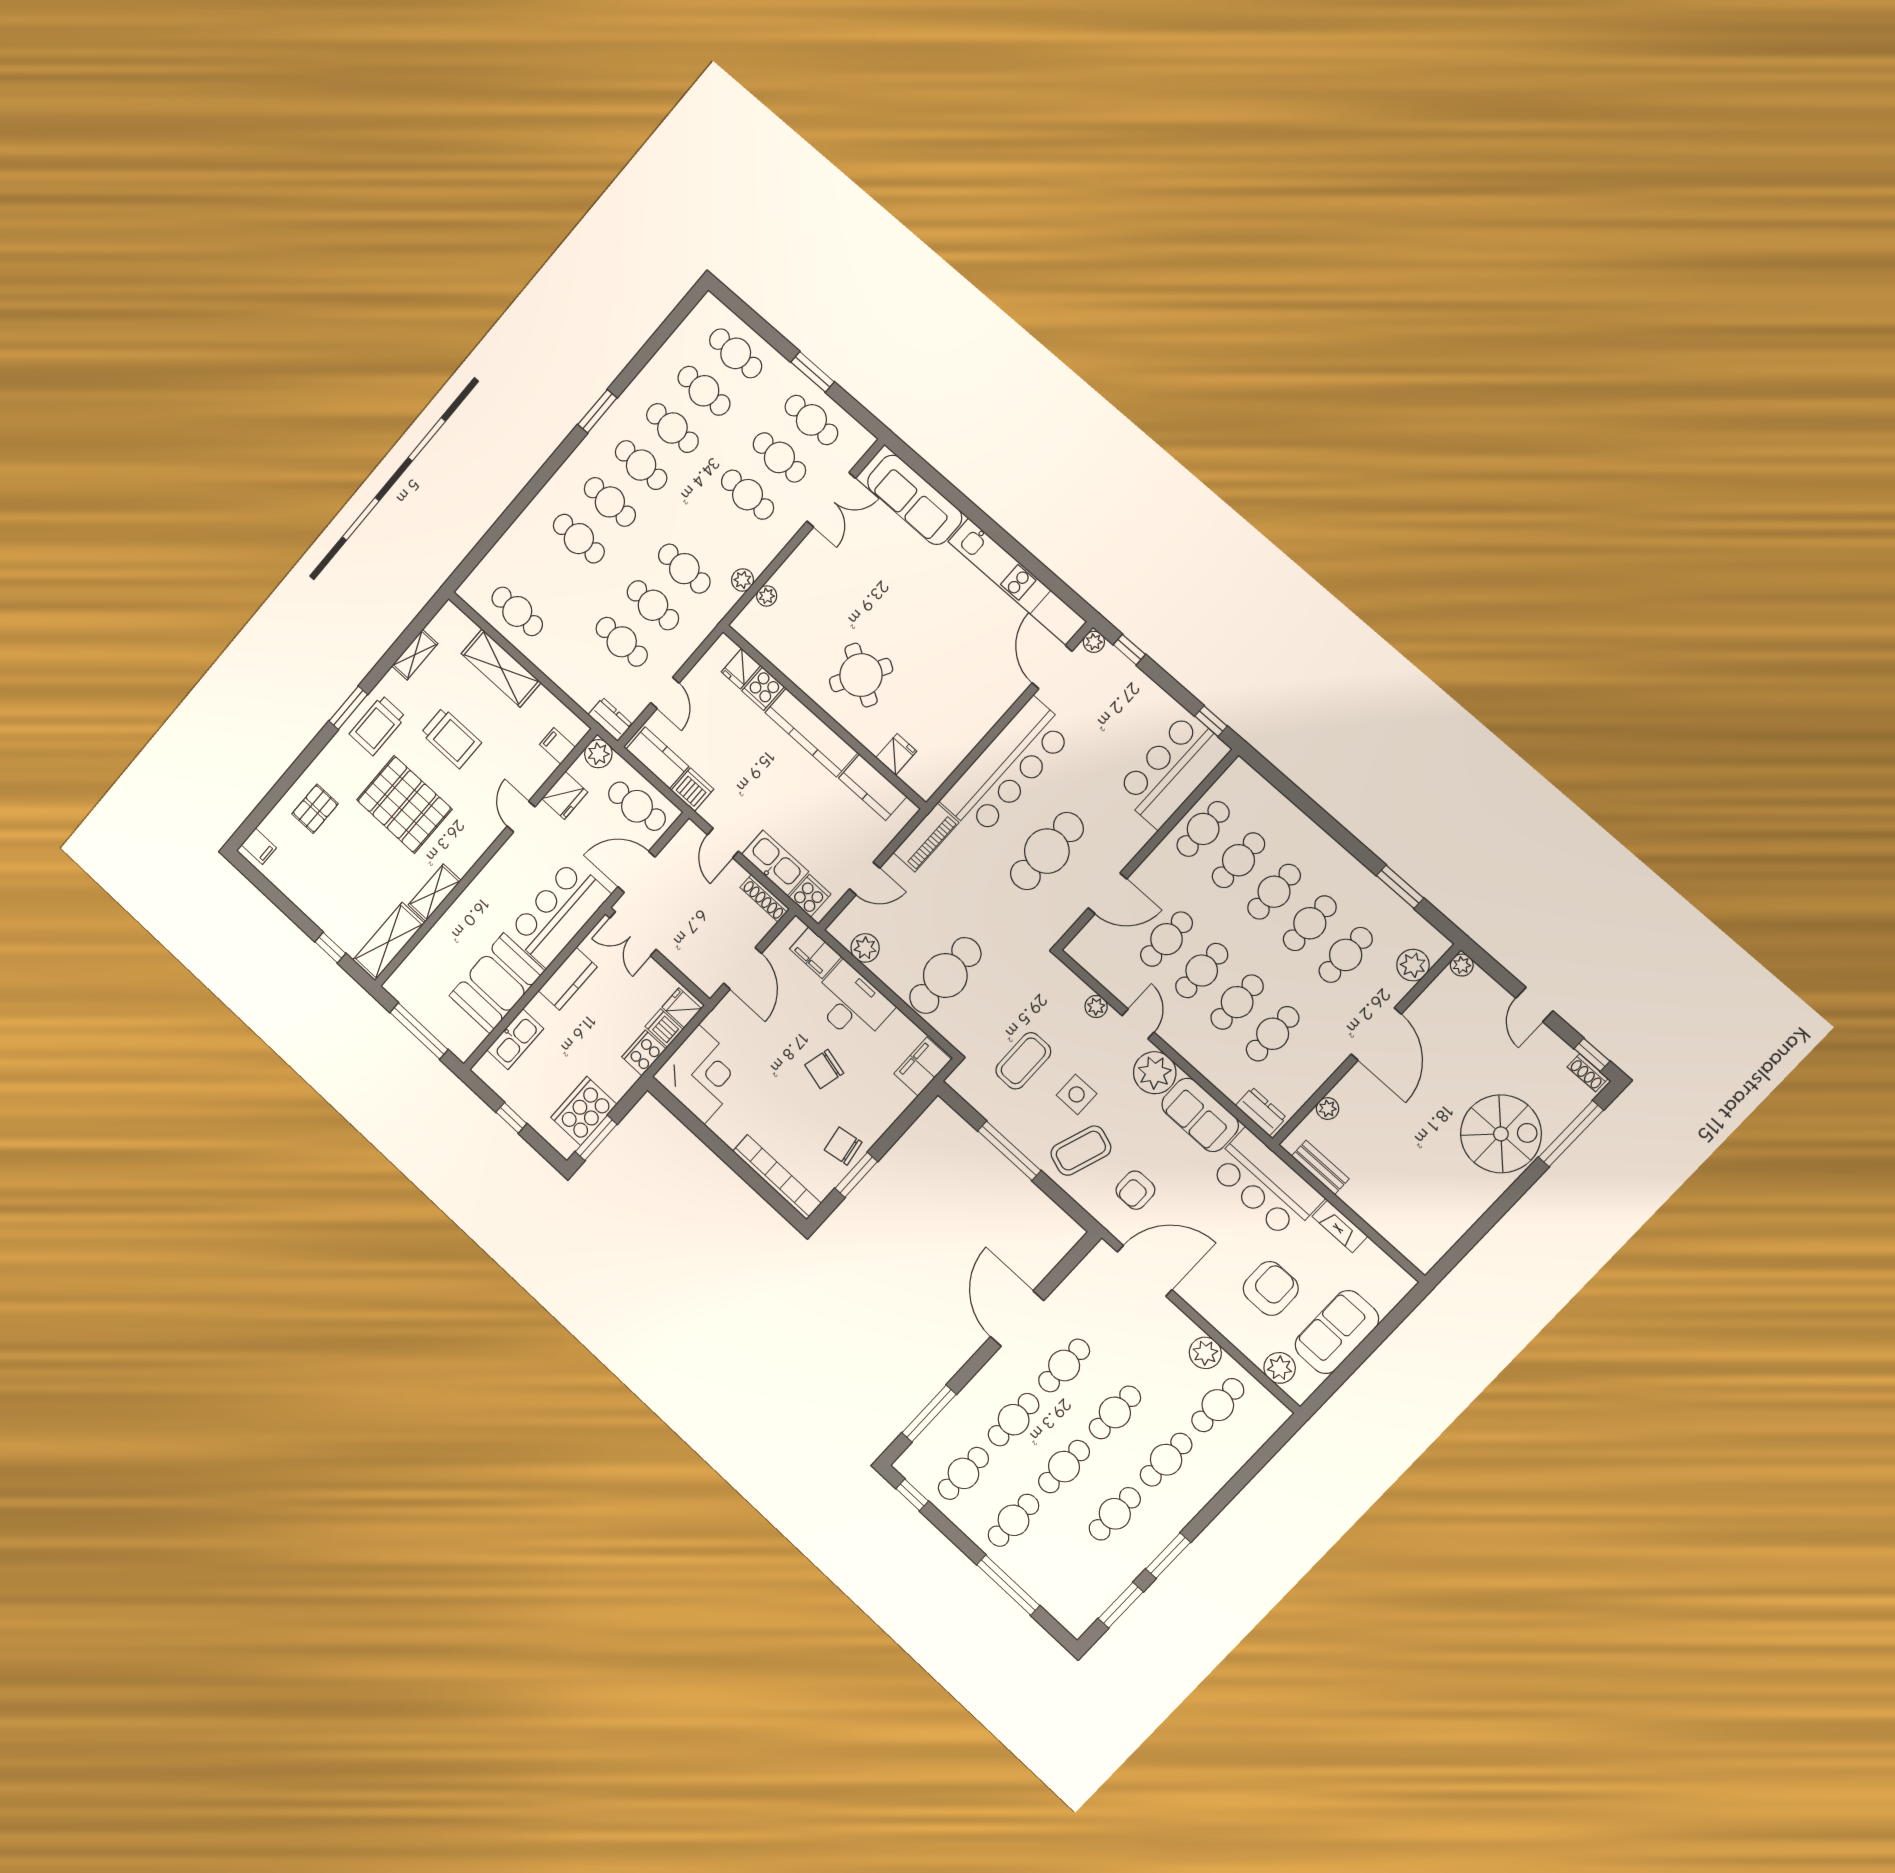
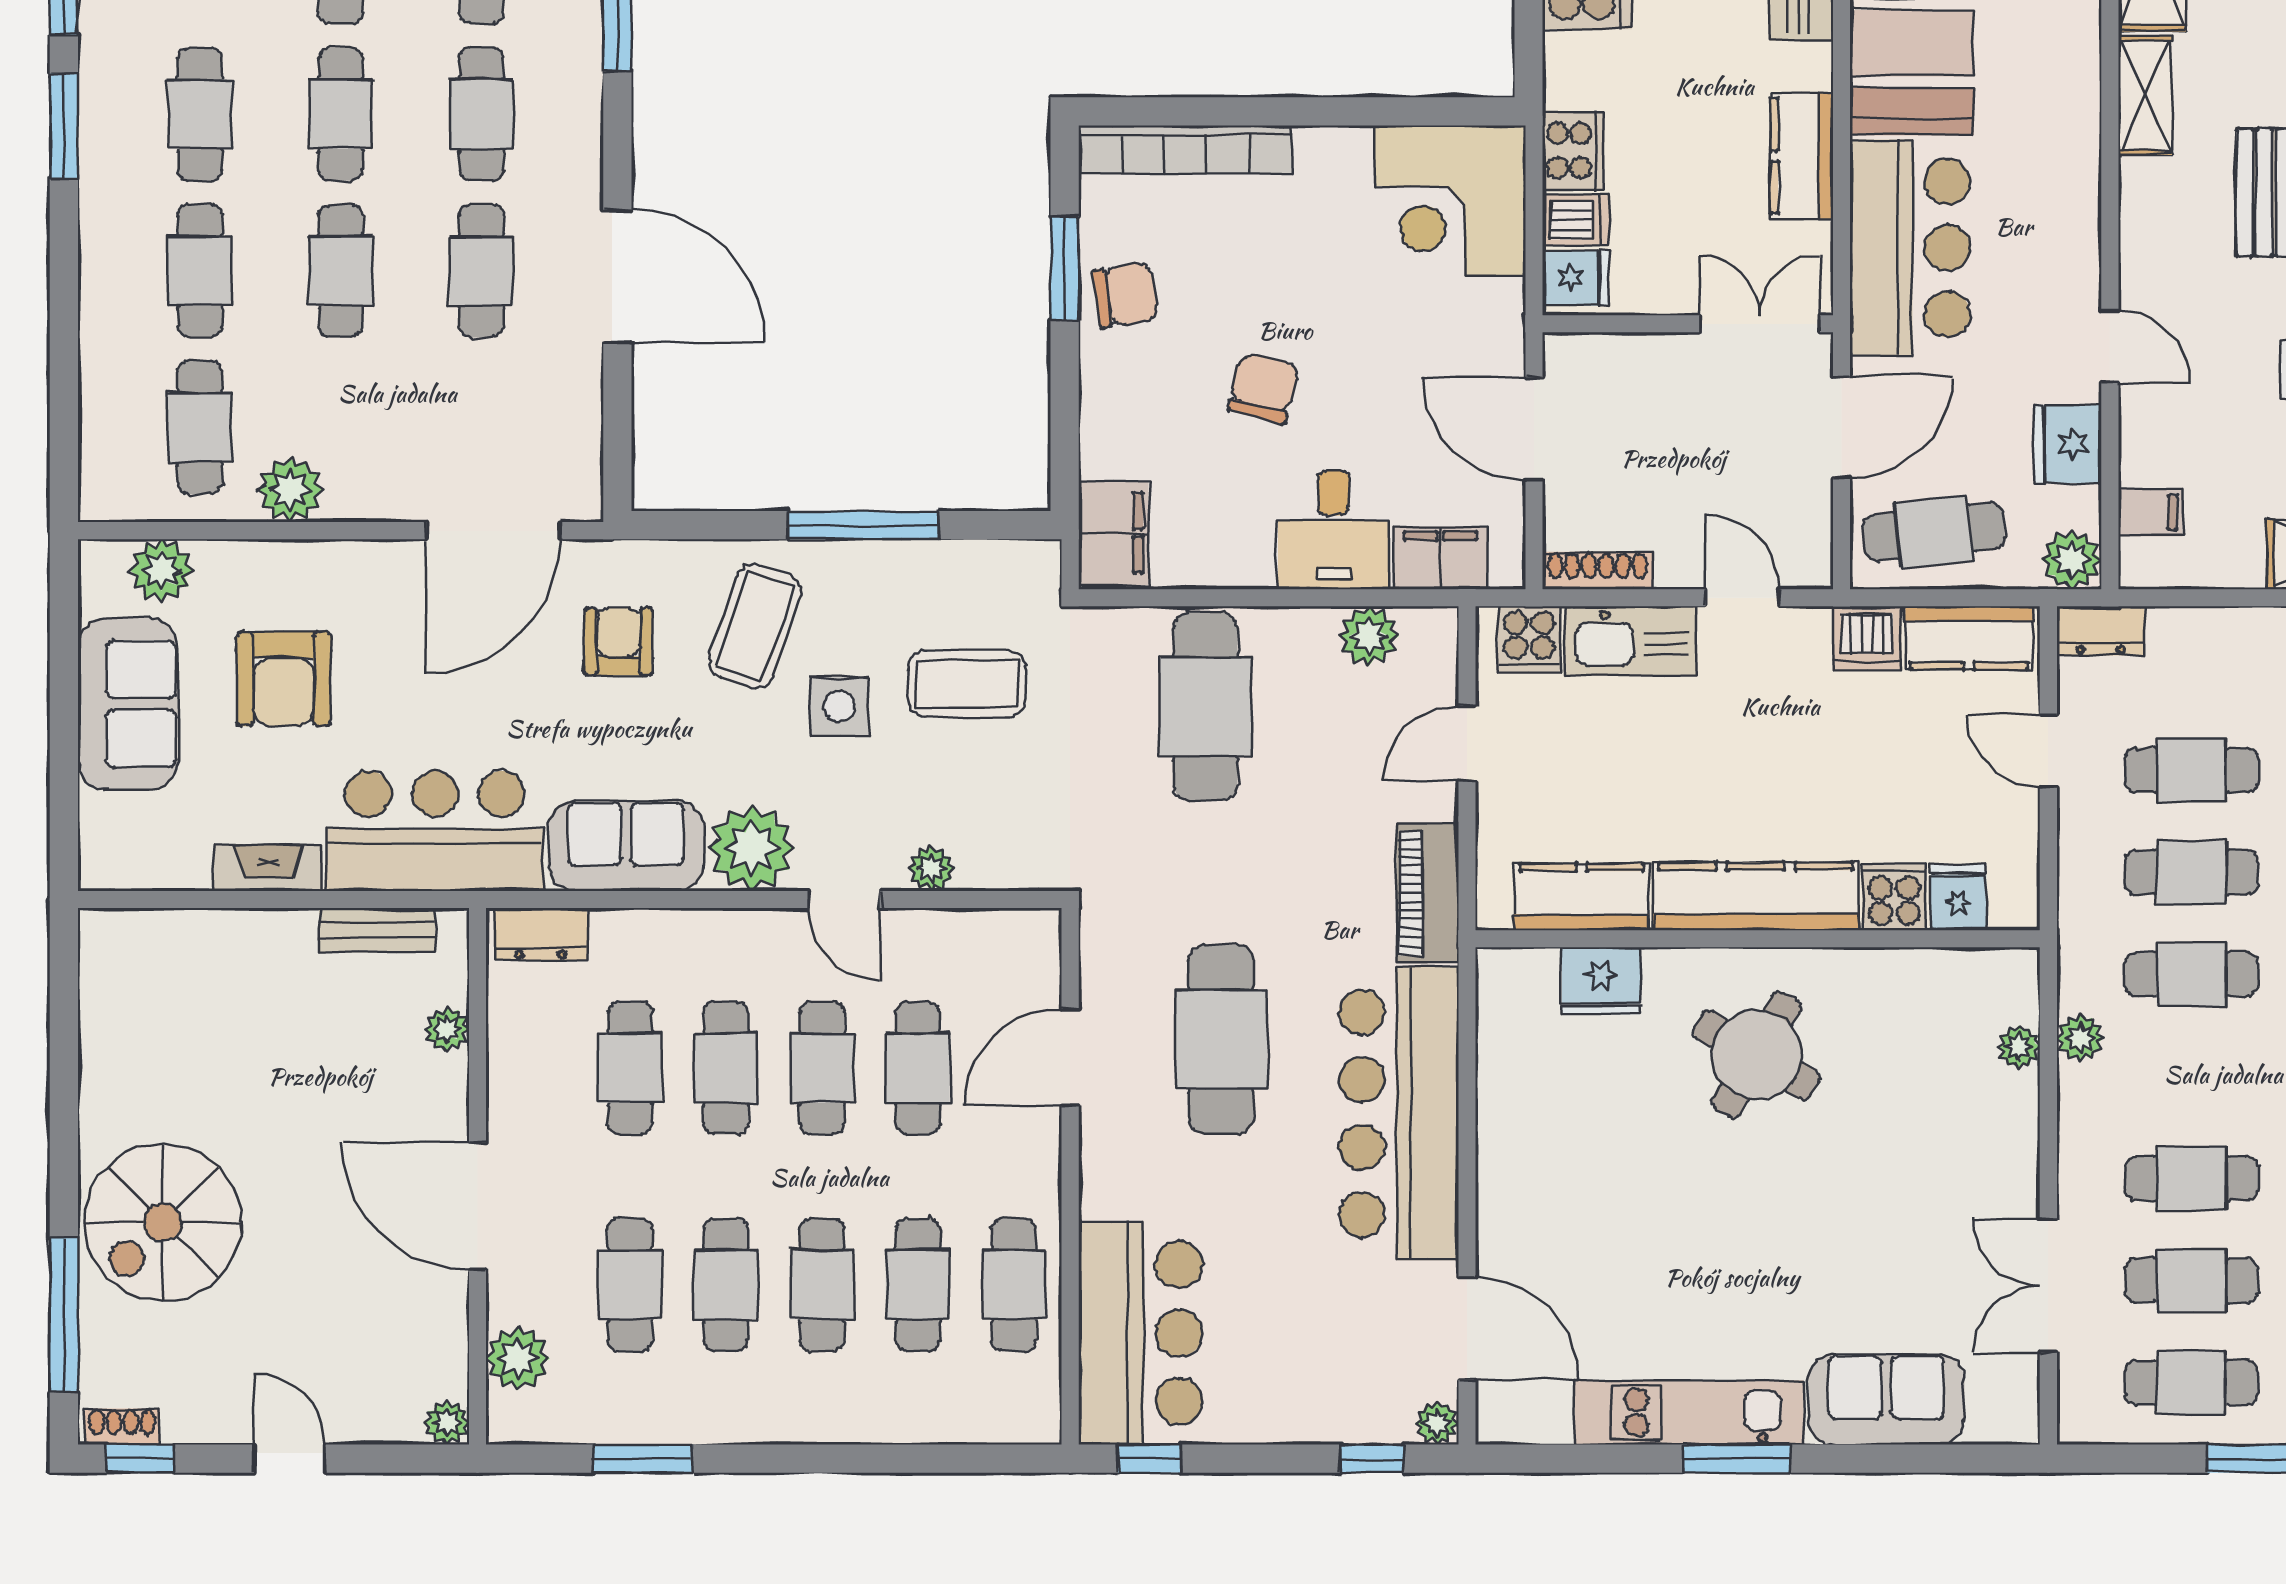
sofa: (915, 500) -> (1886, 1399), width x0.73
window: (997, 534) -> (1737, 1459), added
fridge: (896, 754) -> (1601, 981), width x1.38
desk: (851, 1003) -> (1334, 530), width x0.73
coffee table: (1023, 1061) -> (967, 684), turned 90

